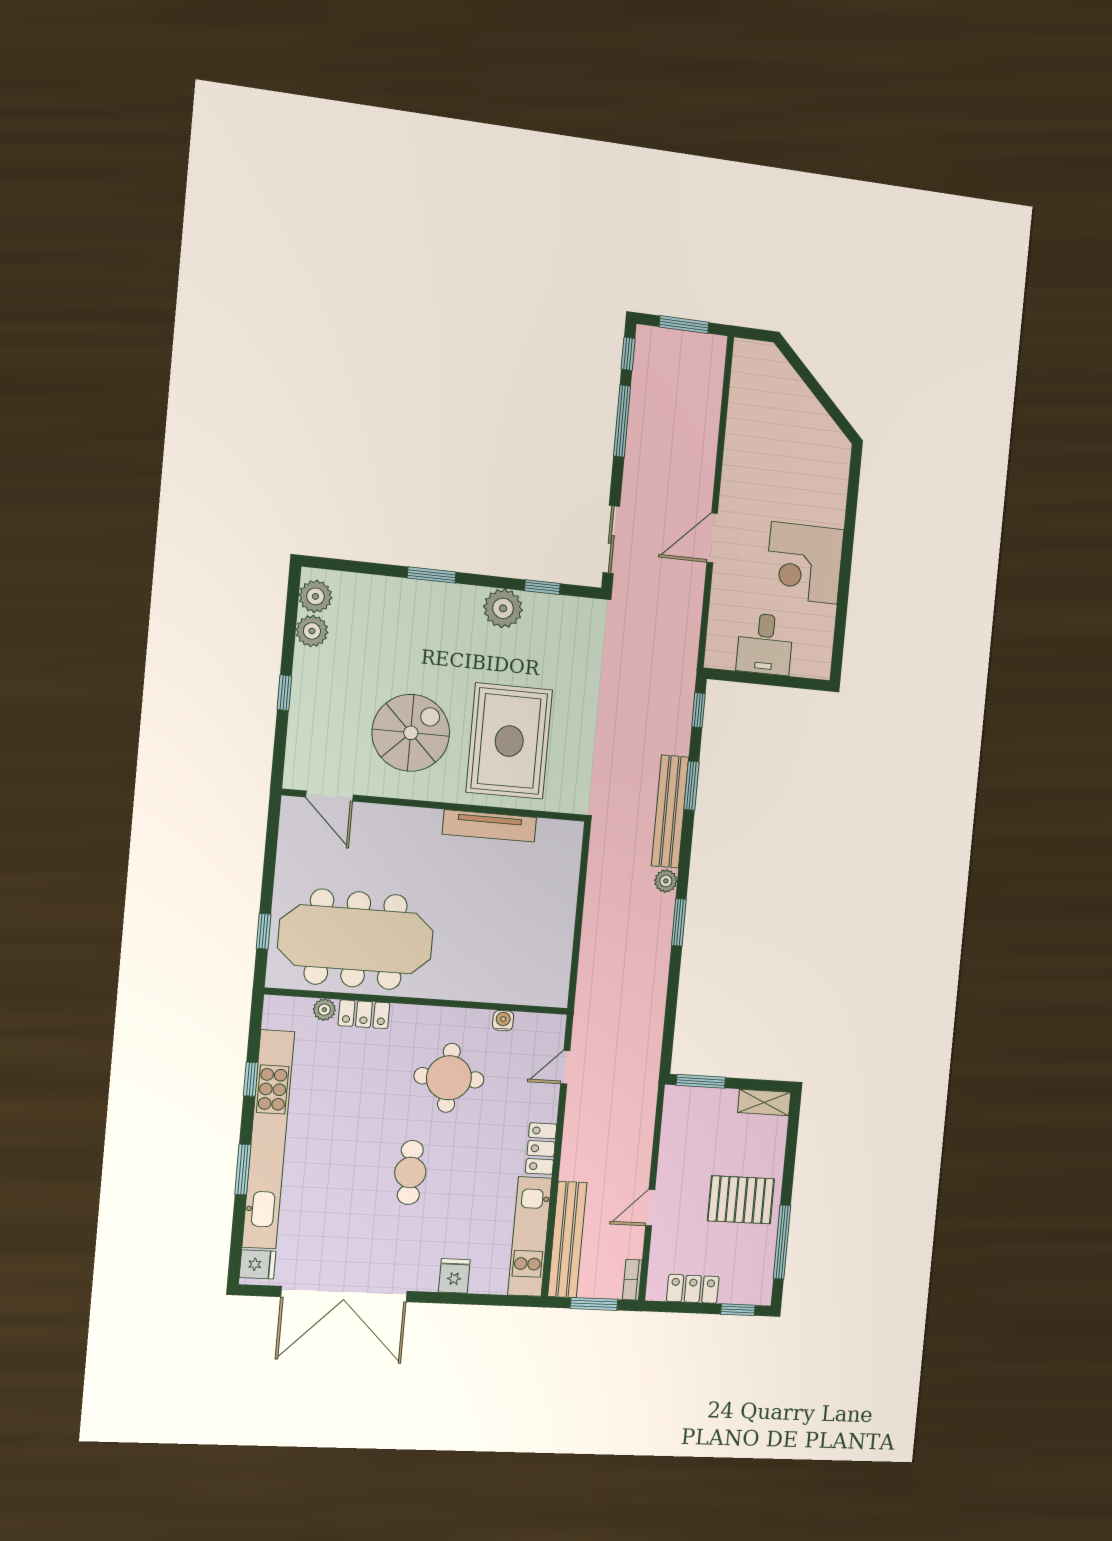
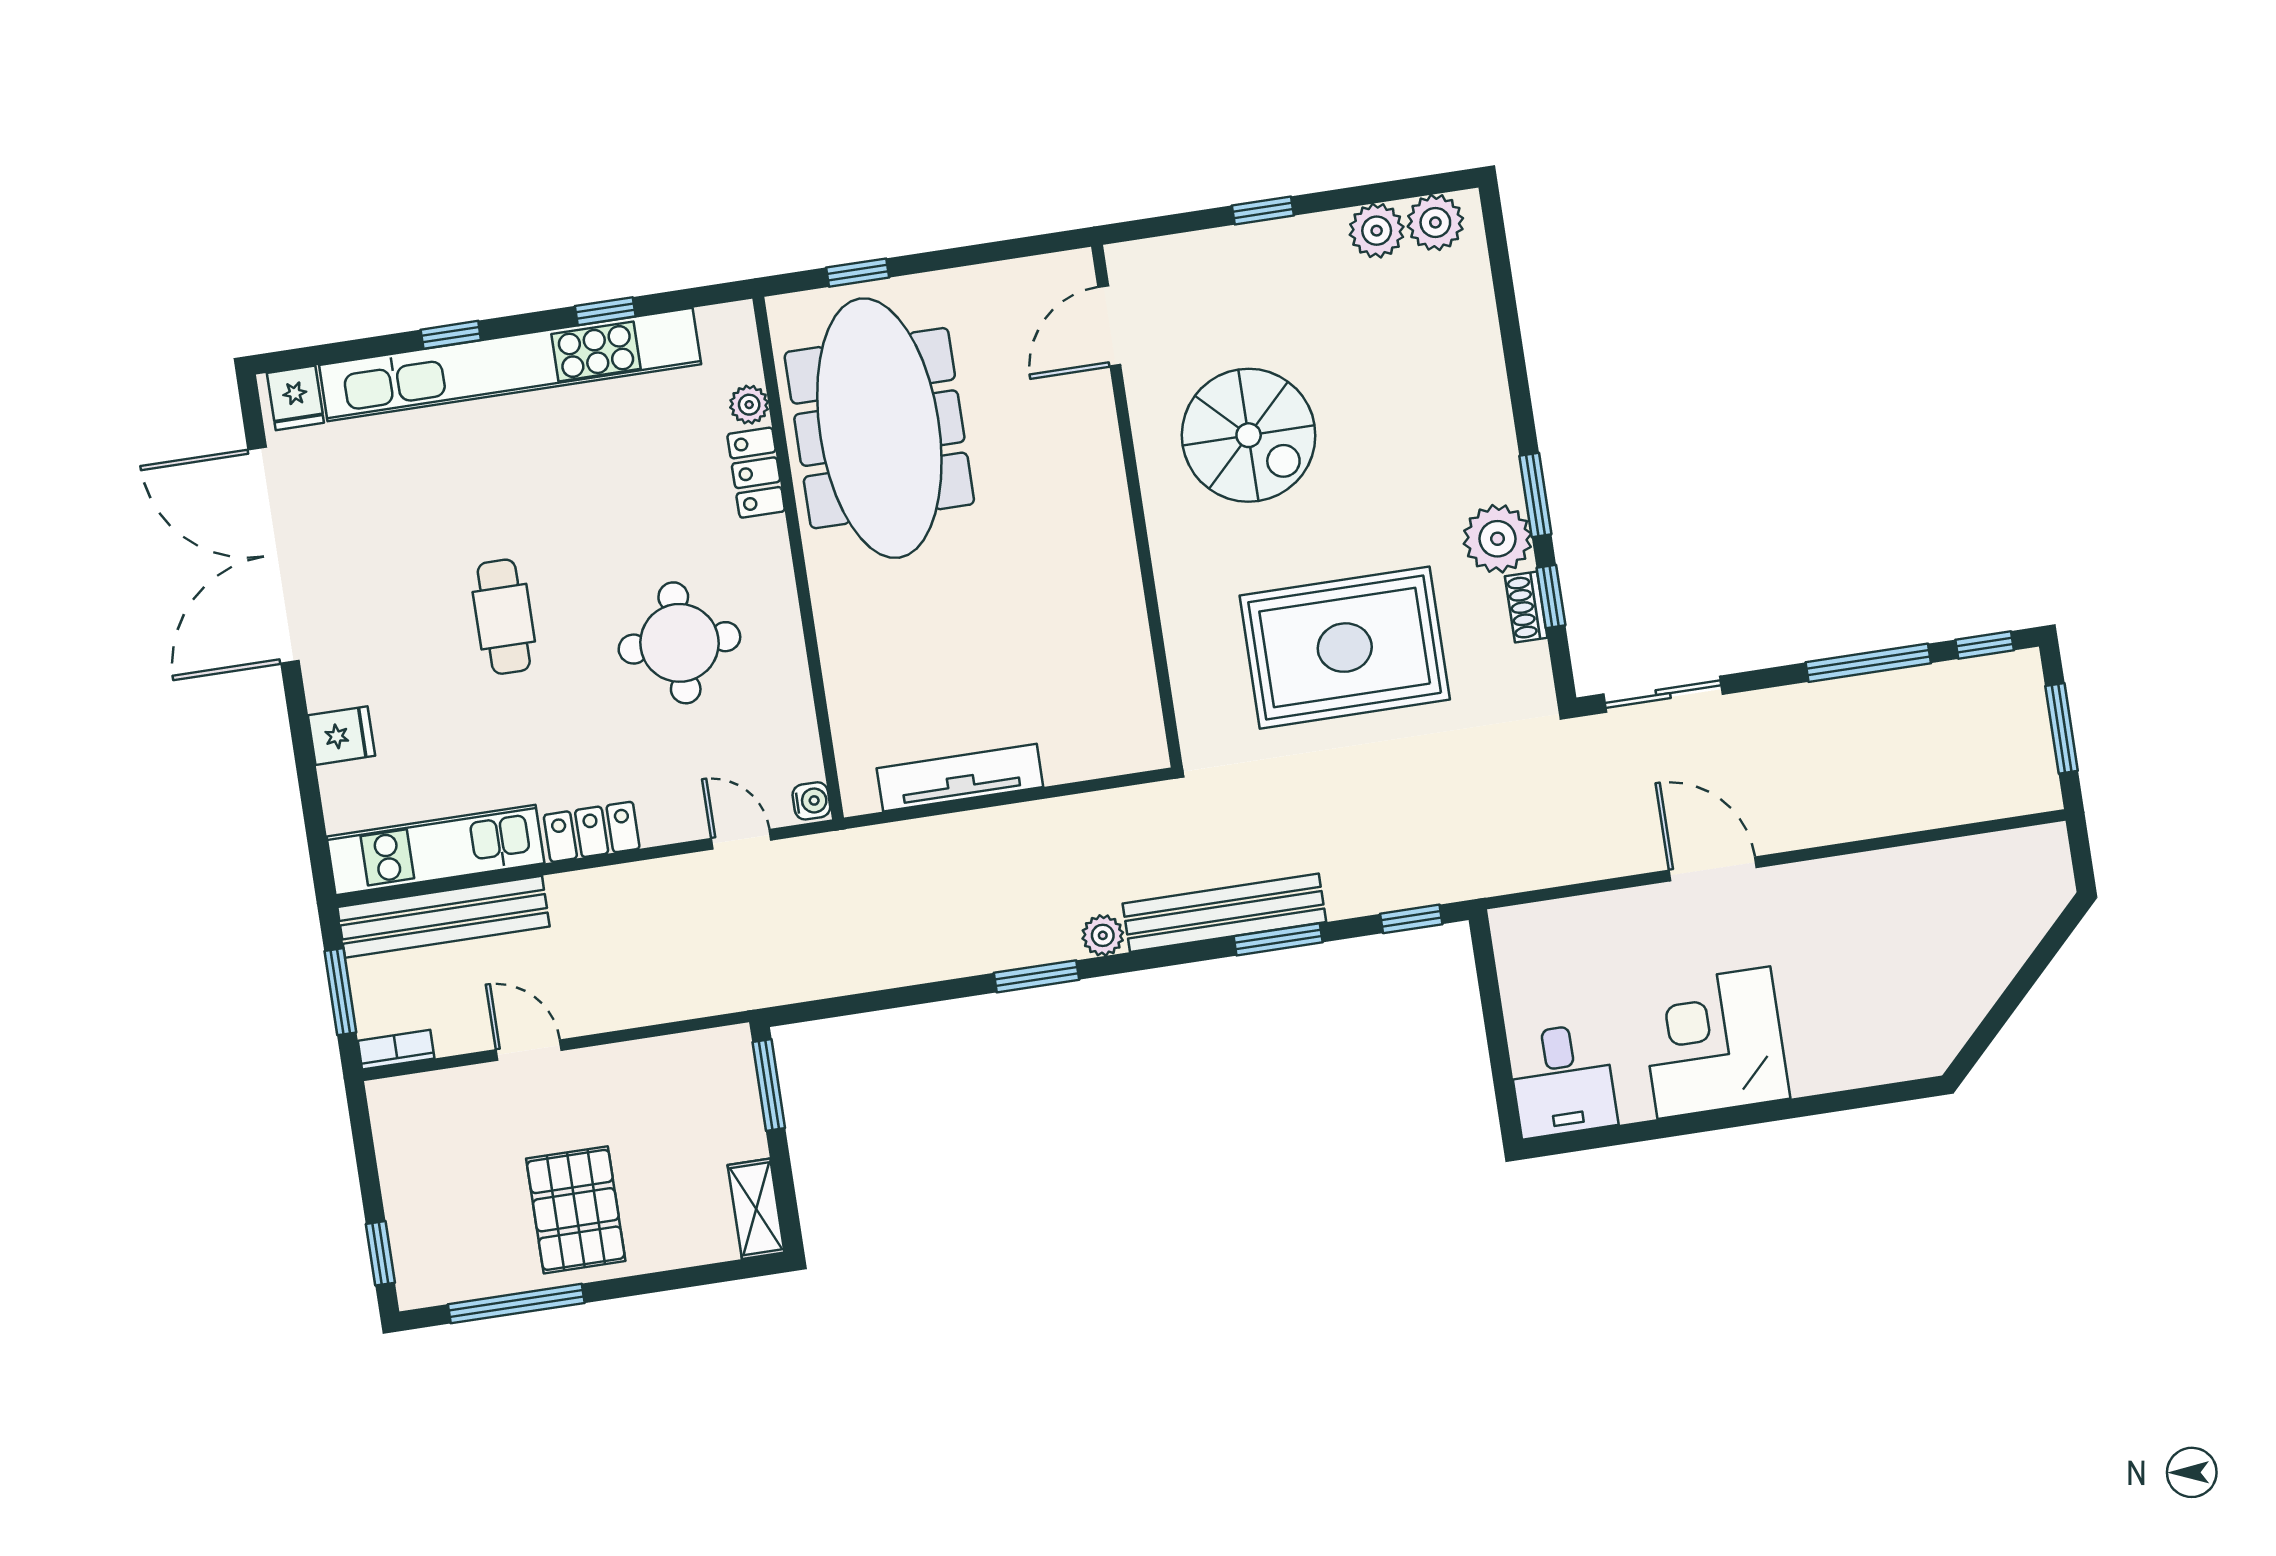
window: (432, 575) -> (1535, 495), moved
shoe rack: (545, 602) -> (1526, 607), added
desk: (765, 644) -> (1562, 1080), moved, turned -90
rug: (509, 741) -> (1345, 648), moved
tv unit: (489, 826) -> (960, 778), moved, turned 90
water cooler: (503, 1021) -> (811, 801), moved
window: (243, 1169) -> (451, 335), width x0.67
cafe table: (410, 1172) -> (504, 617), turned 90
locker: (693, 1289) -> (401, 1162), removed

